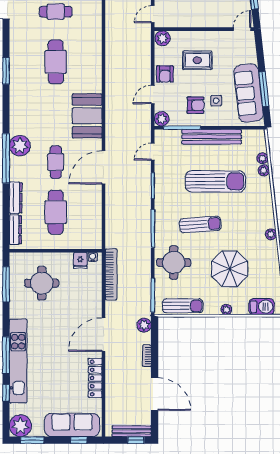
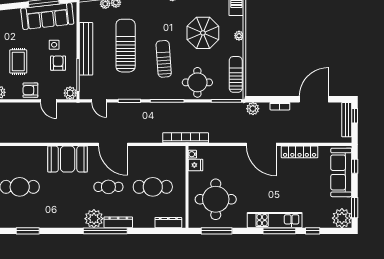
armchair: (165, 74) -> (30, 90), turned 180
dresser: (16, 198) -> (118, 222), moved
bookcase: (111, 274) -> (186, 138), moved
round table: (42, 283) -> (216, 199), width x1.36, depth x1.36
kitchen unit: (18, 361) -> (275, 220), width x0.73

